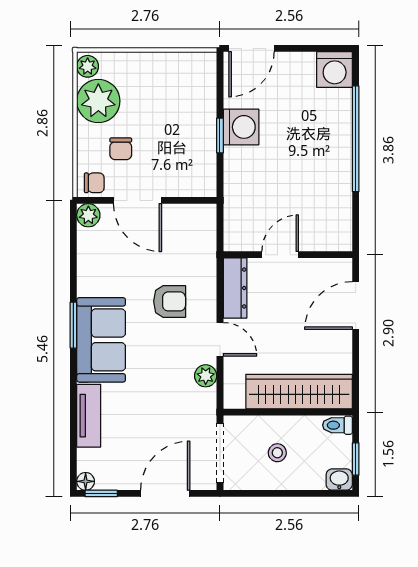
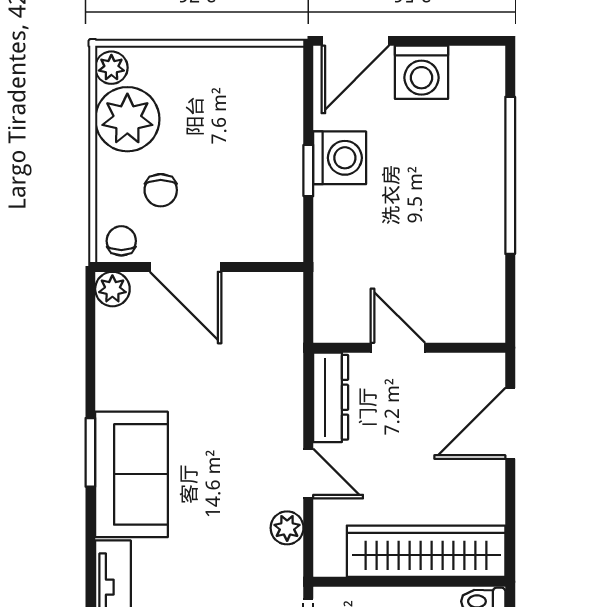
washing machine: (335, 70) -> (421, 72), moved
chair: (94, 183) -> (121, 241), turned -90
door: (280, 255) -> (398, 348), hinge flipped
armchair: (170, 301) -> (233, 417), removed

